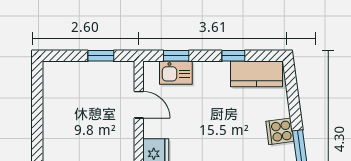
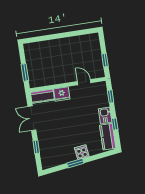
kitchen sink: (176, 73) -> (105, 115), moved
door: (139, 105) -> (84, 82), swing flipped

